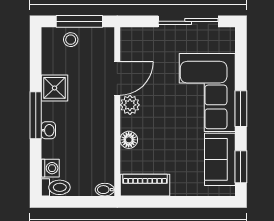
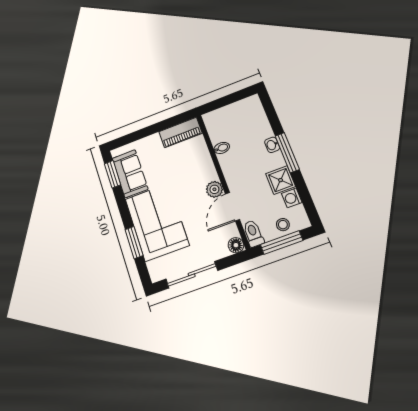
window: (241, 109) -> (134, 243), moved
floor lamp: (129, 140) -> (236, 245), moved
washing machine: (50, 168) -> (292, 198), moved
toilet: (56, 187) -> (253, 233), moved, turned 90
bidet: (105, 190) -> (222, 148), moved

